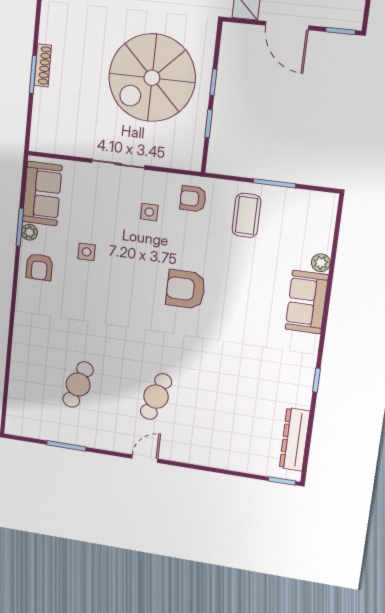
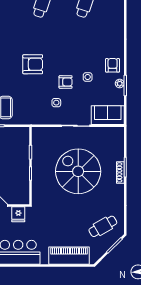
spiral stairs: (152, 78) -> (78, 171), moved, turned -90
sofa: (42, 194) -> (108, 115), moved, turned 90
armchair: (193, 199) -> (66, 82), moved

